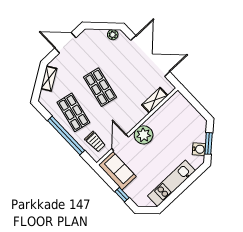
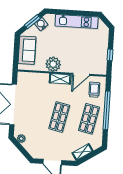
shelving: (155, 100) -> (60, 79), moved
plant: (144, 135) -> (53, 64), moved
sofa: (117, 171) -> (27, 50), moved, turned 180
window: (122, 195) -> (110, 55), moved

